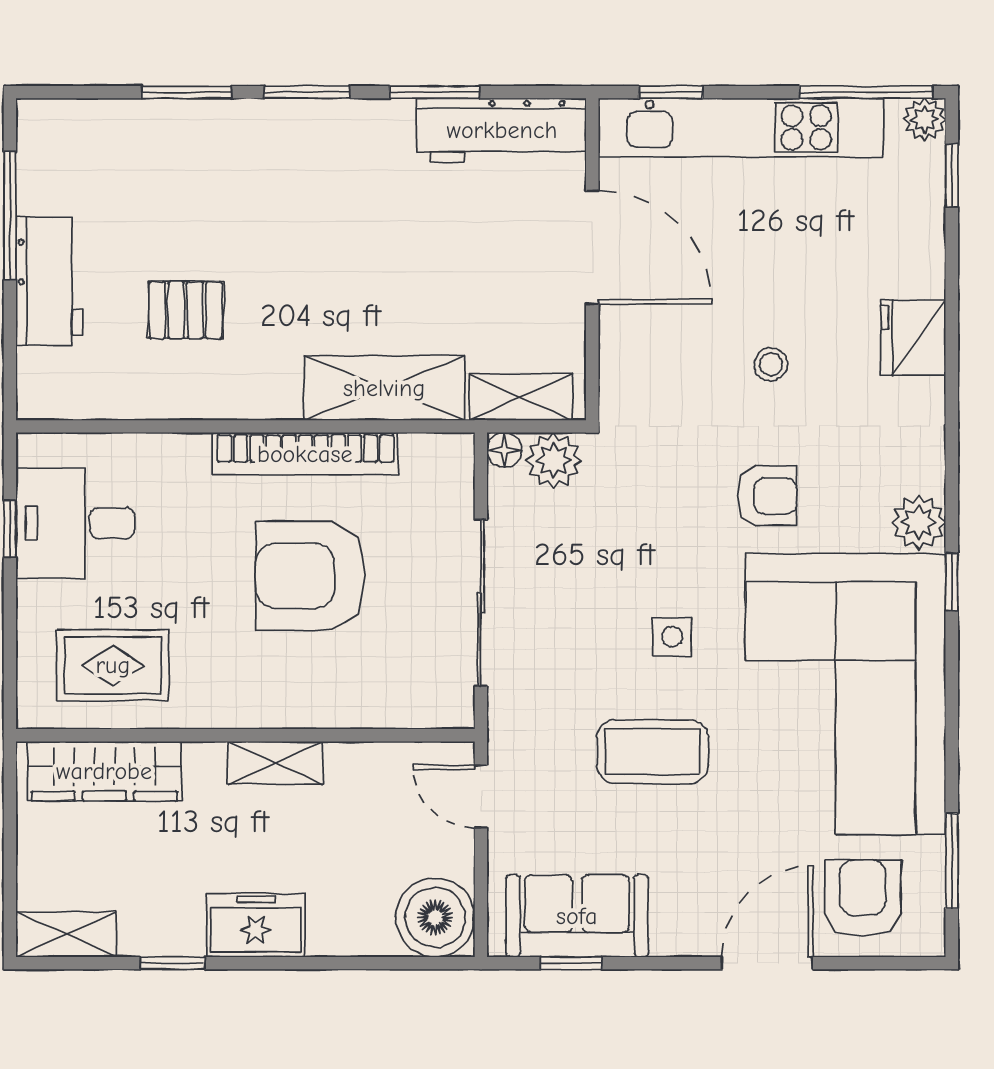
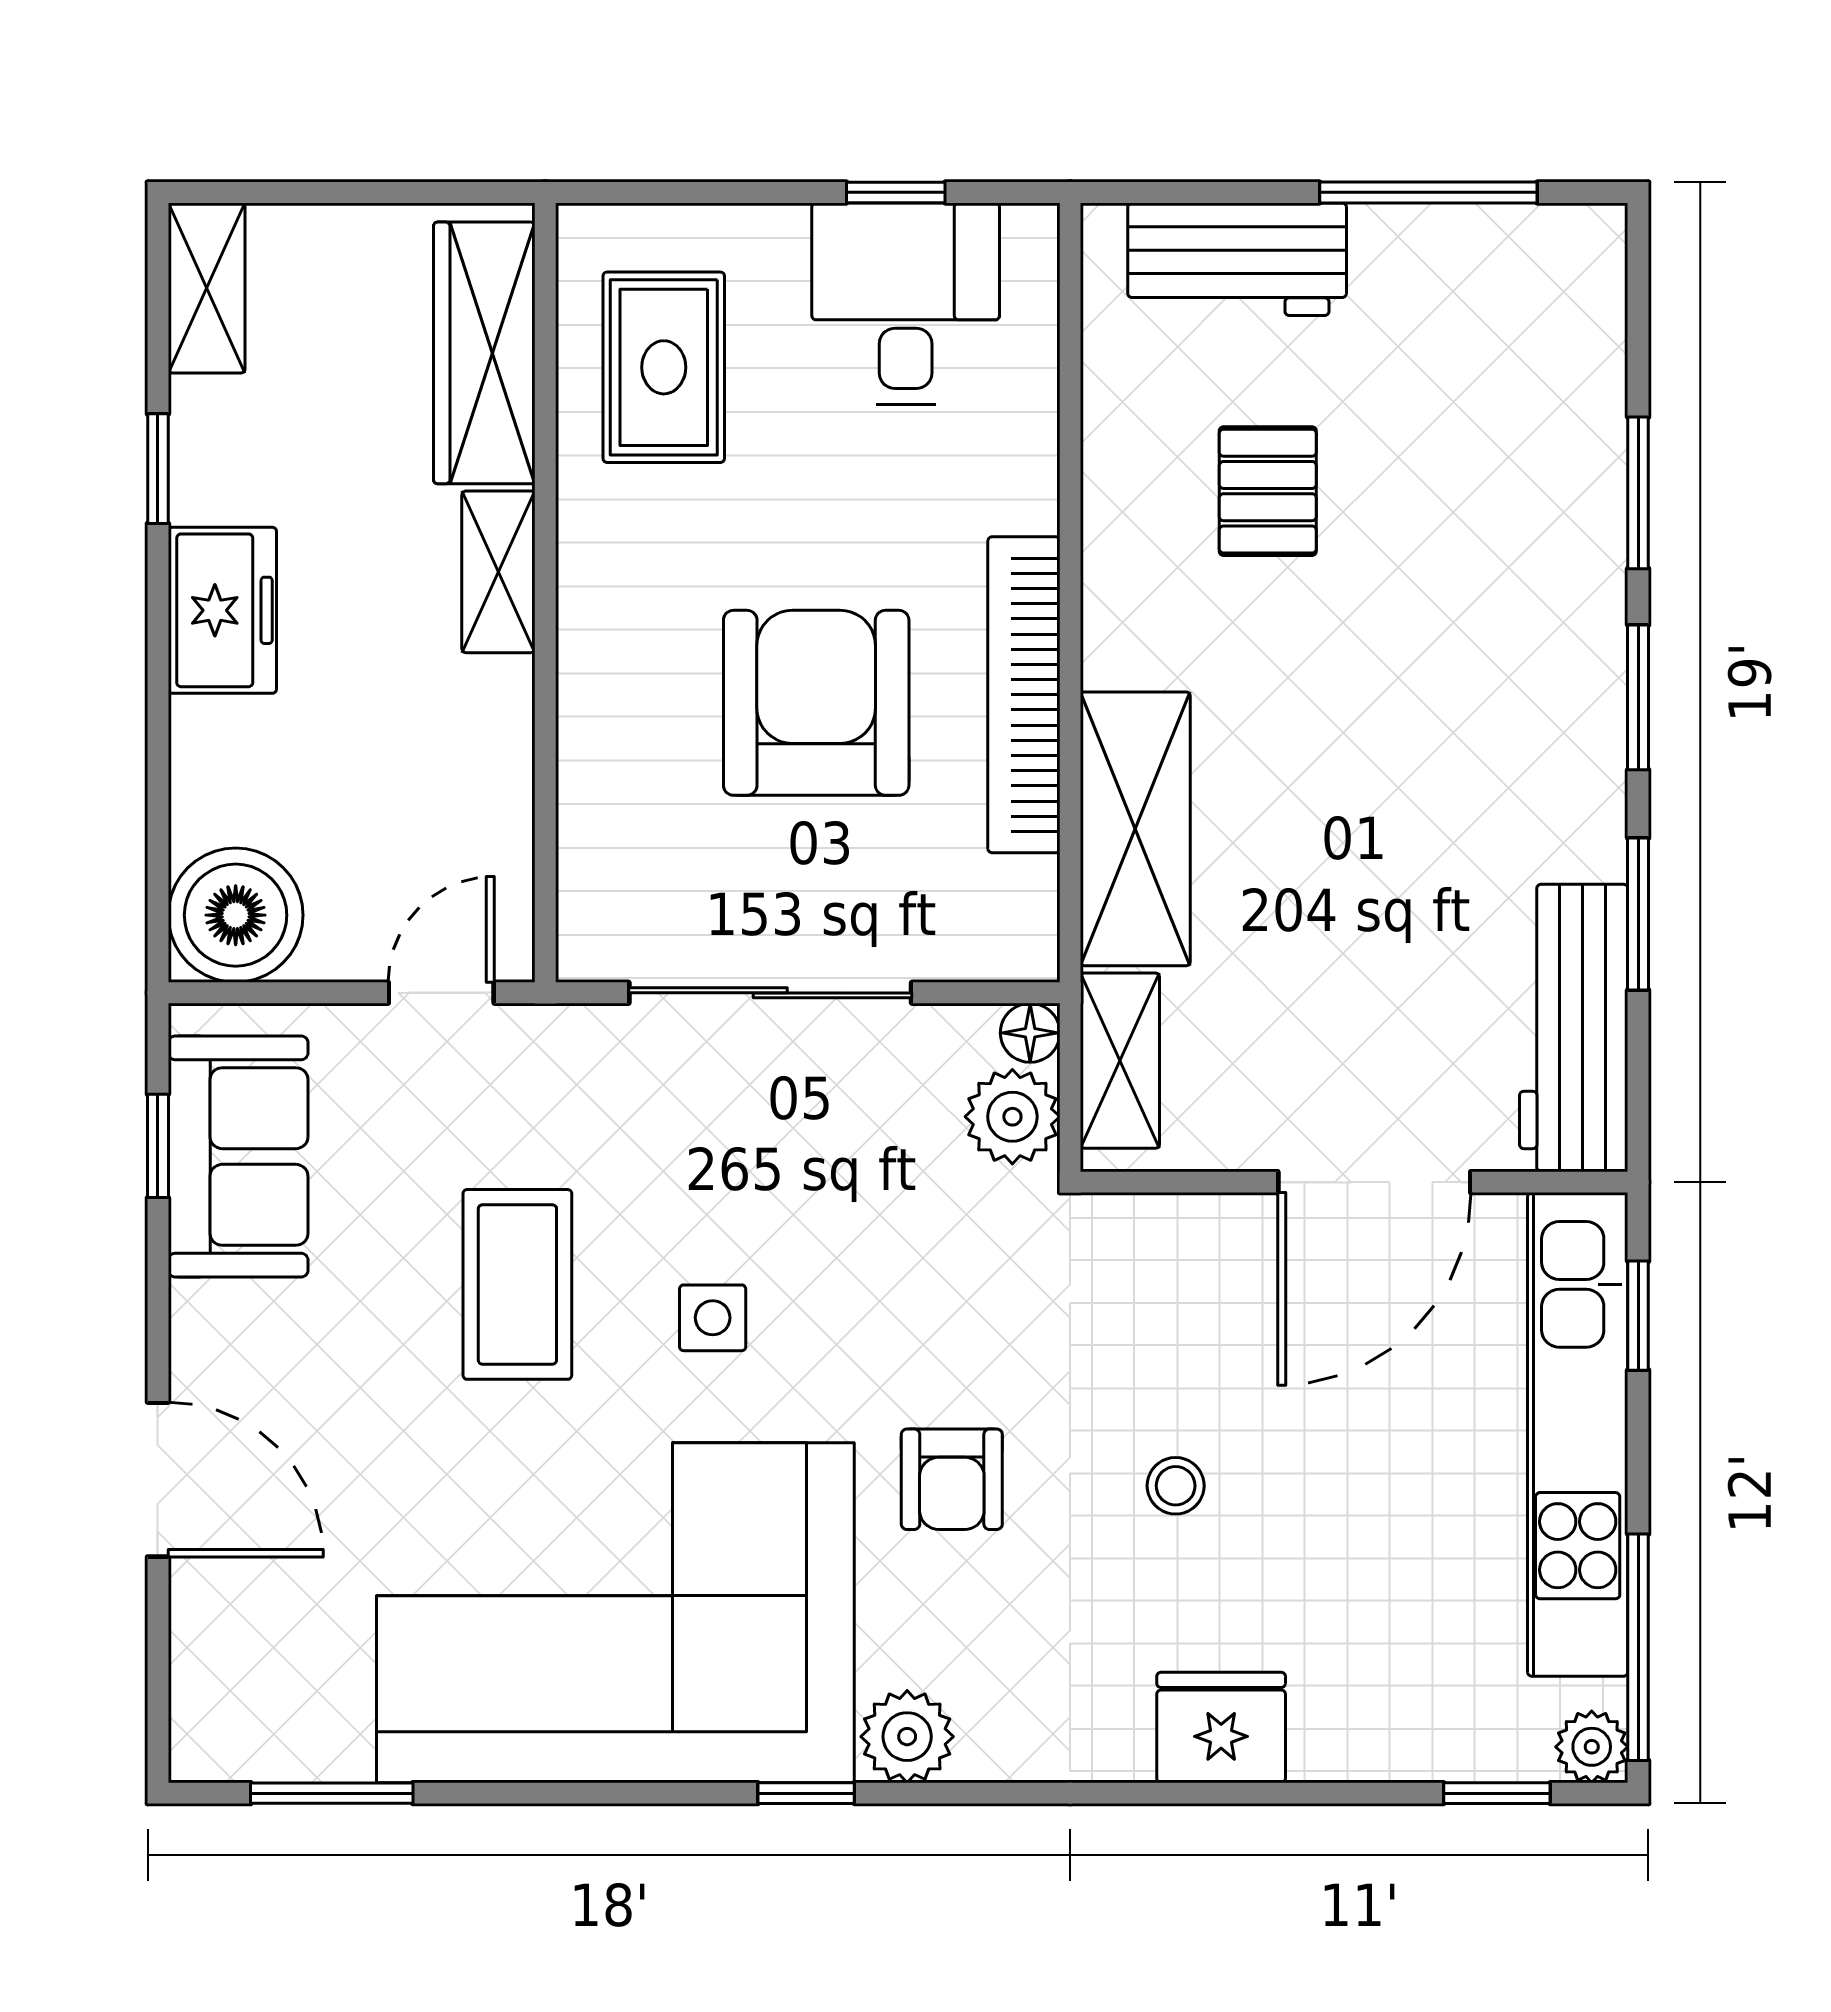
workbench: (49, 281) -> (1237, 259), moved
shelving: (275, 763) -> (498, 572), moved
armchair: (863, 898) -> (268, 1642), removed

